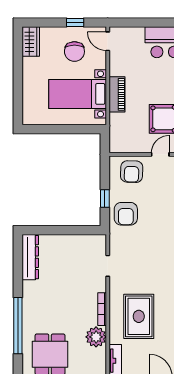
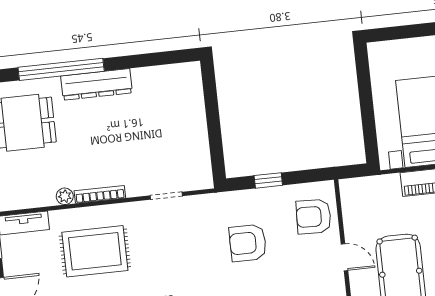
armchair: (126, 214) -> (248, 243), moved
dresser: (30, 257) -> (96, 84), moved
plant: (96, 337) -> (65, 196), width x0.53, depth x0.53

